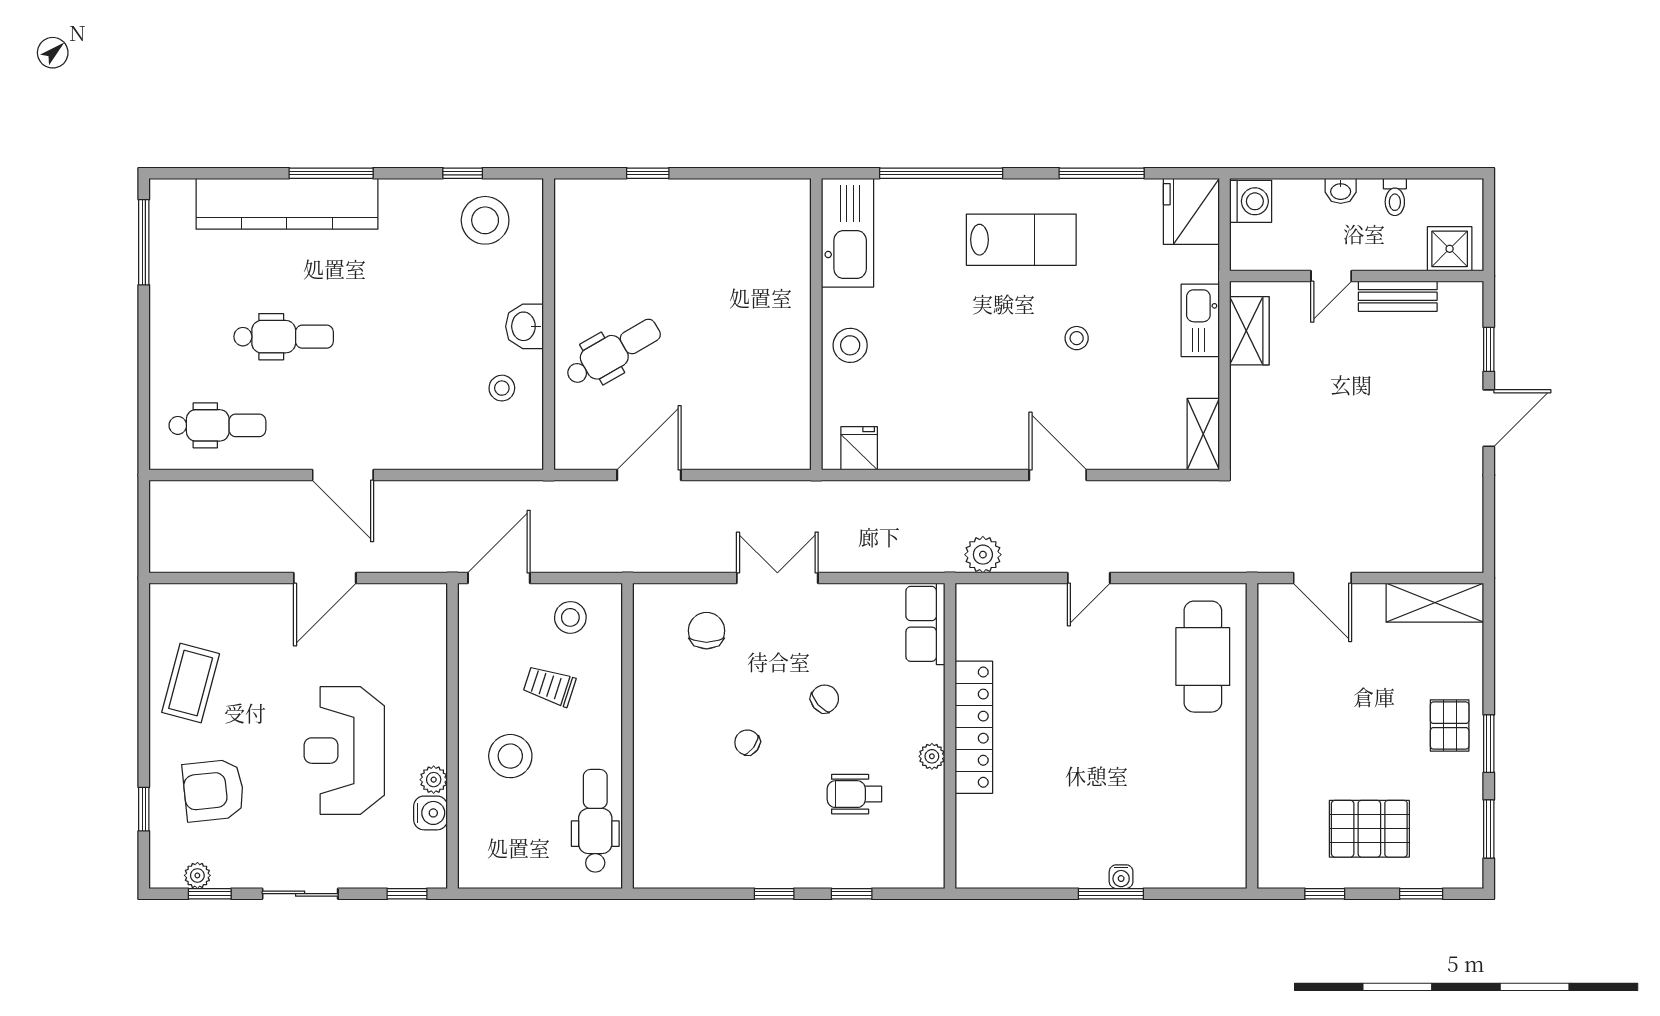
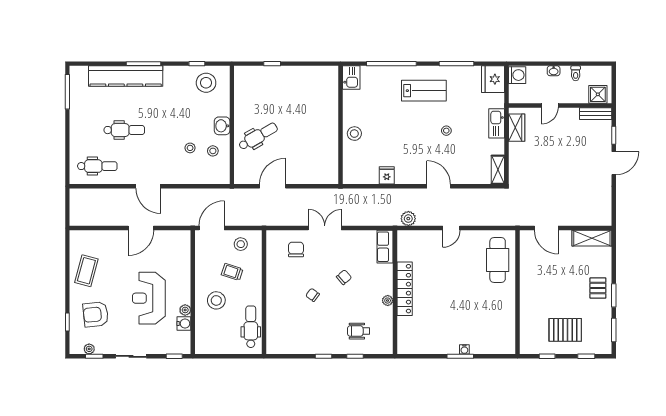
kitchen sink: (848, 233) -> (351, 77), width x0.53, depth x0.81
bench: (1398, 296) -> (596, 114), moved
stool: (446, 381) -> (190, 148), added
fridge: (859, 448) -> (387, 175), moved
wheelchair: (854, 794) -> (359, 331), moved

